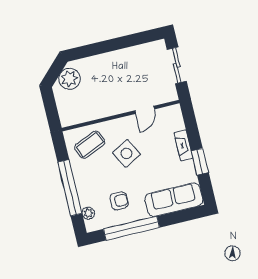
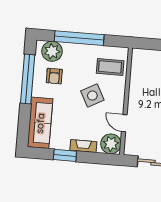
plant: (171, 117) -> (111, 144), added
coffee table: (90, 145) -> (110, 67), turned -67
plant: (88, 213) -> (52, 51), width x1.87, depth x1.87

